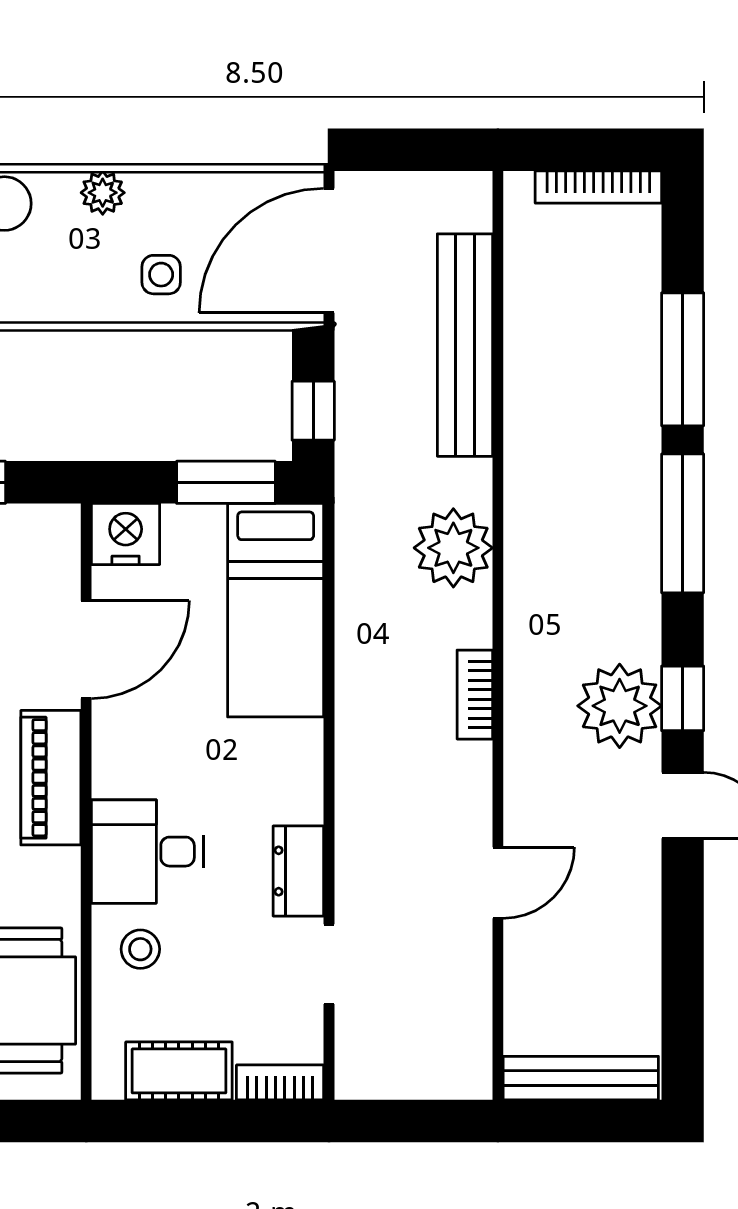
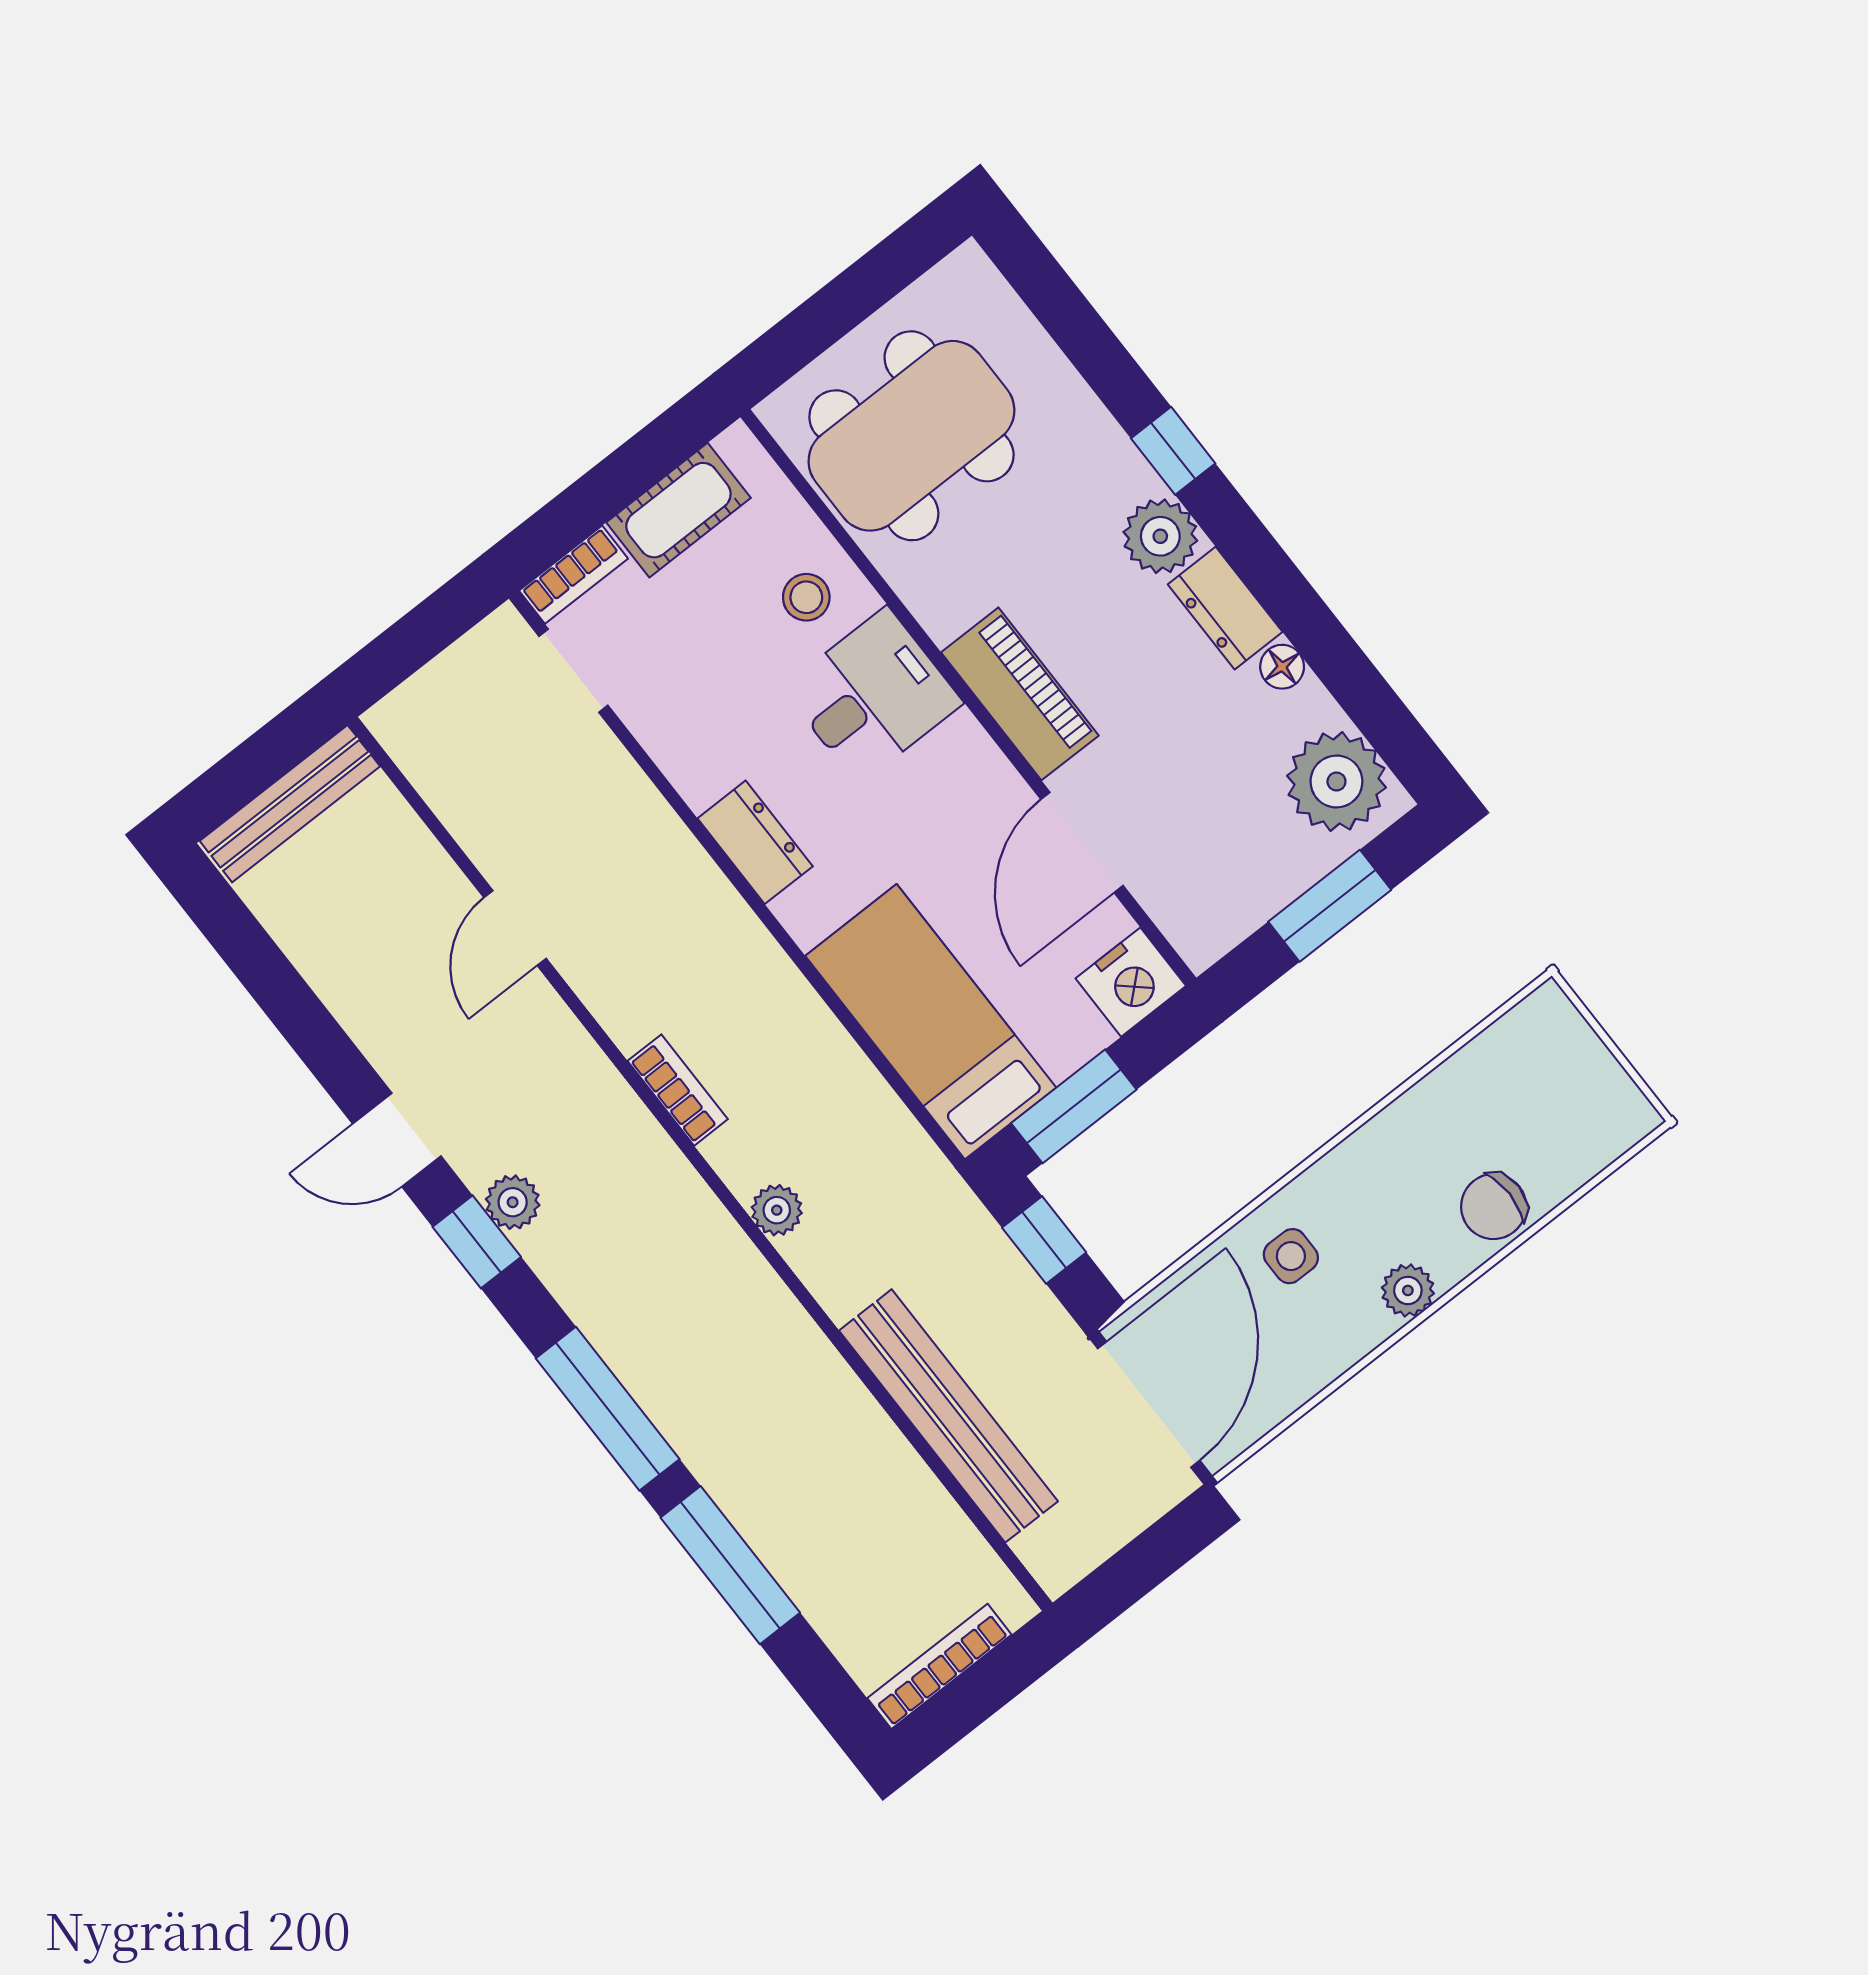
plant: (453, 548) -> (777, 1210), width x0.53, depth x0.53
plant: (620, 706) -> (513, 1202), width x0.53, depth x0.53
dresser: (298, 871) -> (755, 842), moved
doorway: (329, 964) -> (573, 671), moved

